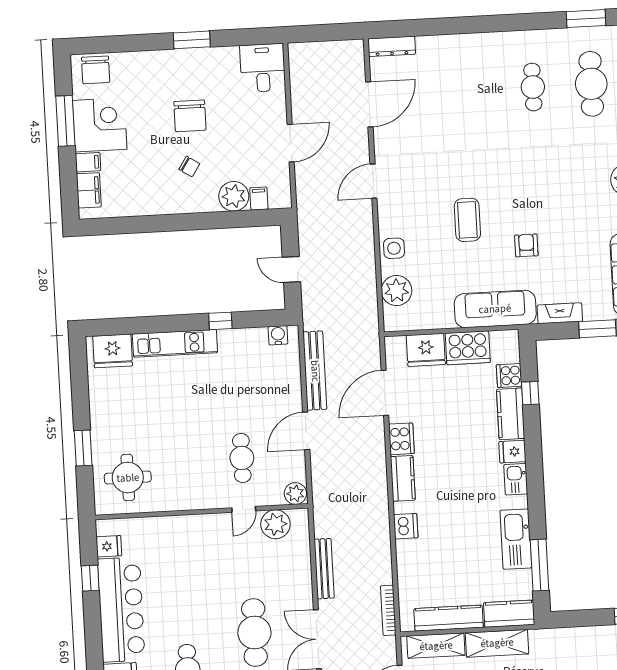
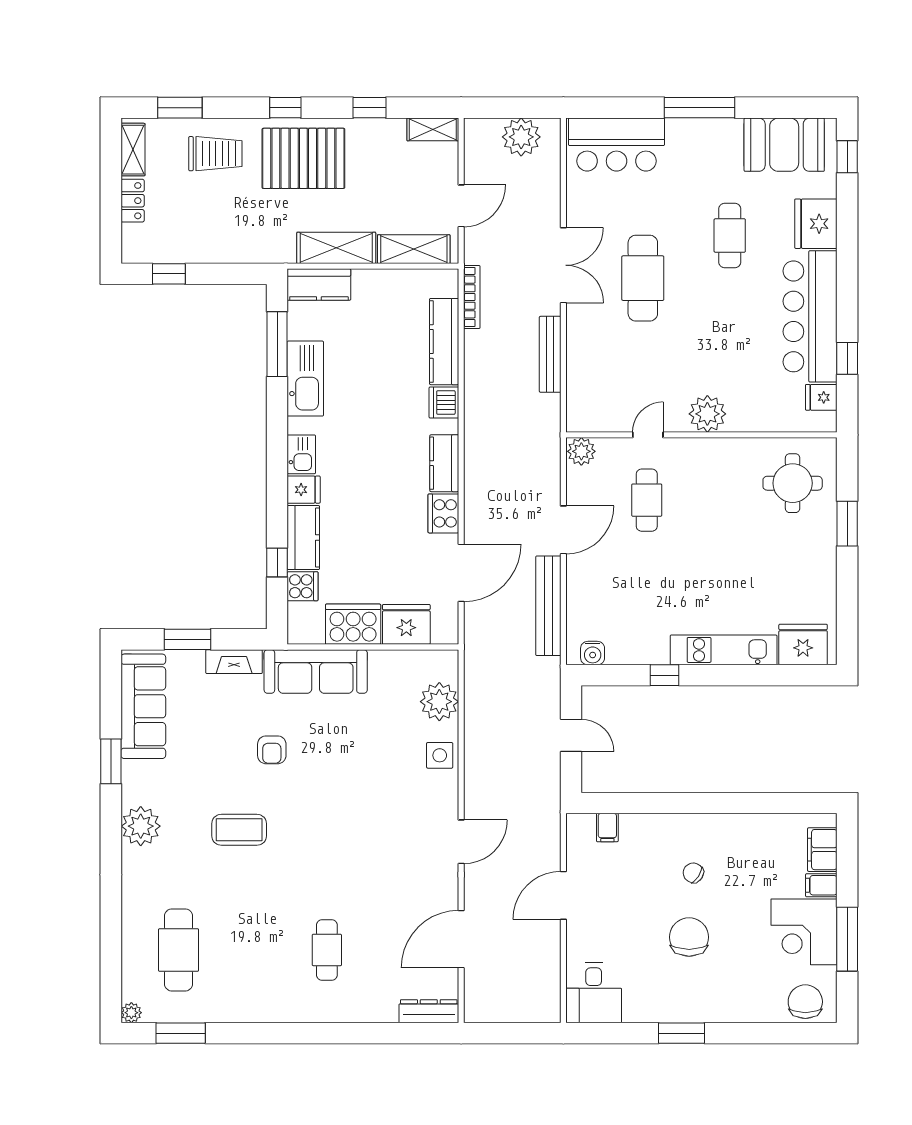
cafe table: (533, 87) -> (327, 950), moved
plant: (234, 196) -> (639, 832), removed
coffee table: (467, 220) -> (239, 830), moved, turned 90
plant: (275, 524) -> (707, 414), moved
kitchen counter: (449, 618) -> (444, 342), moved, turned 90

